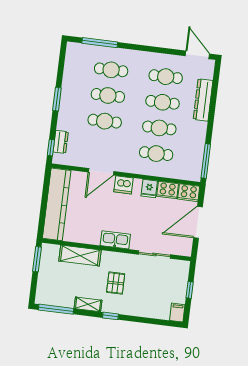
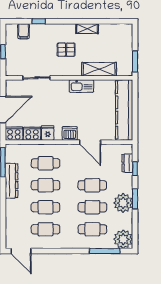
plant: (77, 54) -> (123, 239), added
plant: (71, 96) -> (123, 203), added
dresser: (203, 100) -> (12, 181), moved
window: (51, 148) -> (135, 169), moved
door: (101, 172) -> (90, 142), swing flipped
kitchen sink: (115, 240) -> (81, 86), moved
pallet: (116, 283) -> (66, 50), turned 90
window: (56, 309) -> (114, 21), removed
filing cabinet: (177, 313) -> (24, 31), moved
window: (110, 316) -> (39, 21), moved

